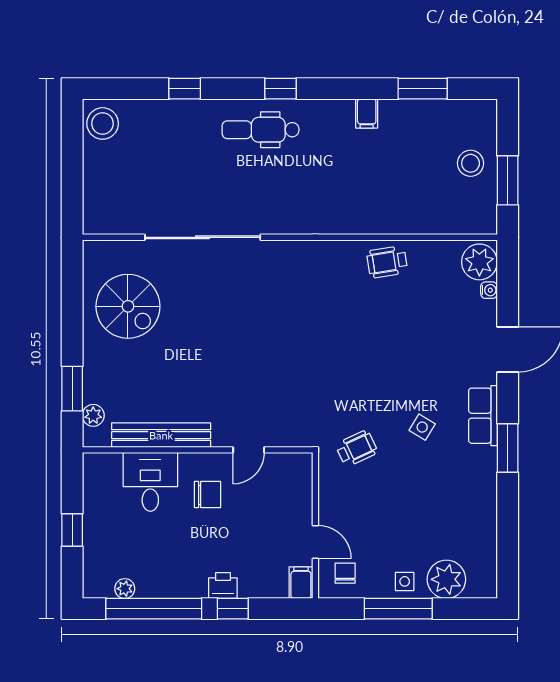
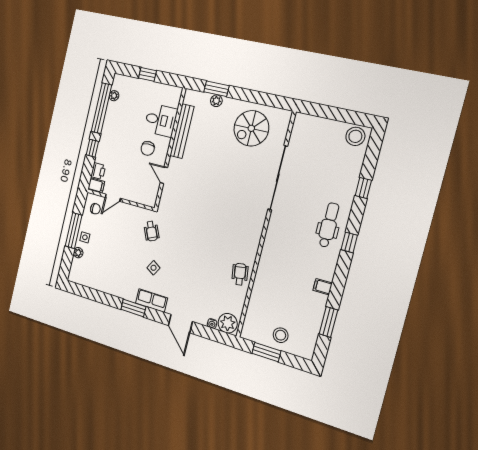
plant: (93, 415) -> (216, 101), moved
plant: (446, 579) -> (78, 253), width x0.53, depth x0.53
printer: (223, 586) -> (98, 171), moved

